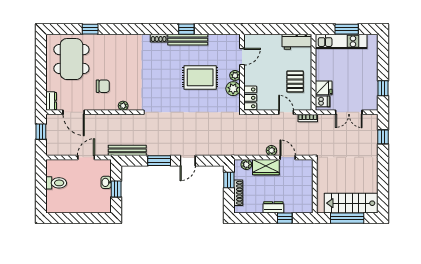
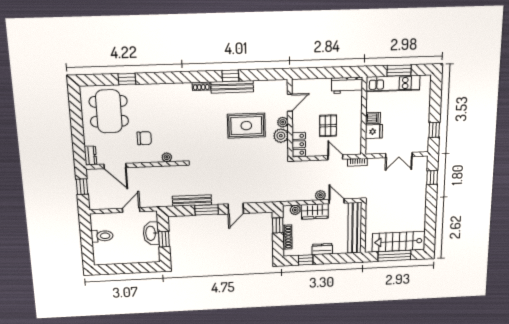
pallet: (295, 82) -> (328, 126), moved
dishwasher: (322, 101) -> (373, 118), moved
bench: (127, 150) -> (192, 201), moved
washbasin: (106, 182) -> (151, 233), width x1.91, depth x1.45
bench: (306, 186) -> (355, 228), added
window: (285, 218) -> (306, 260), moved

